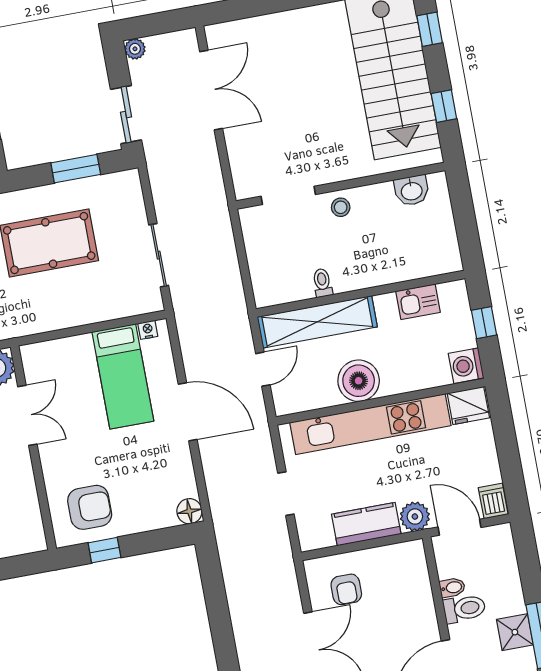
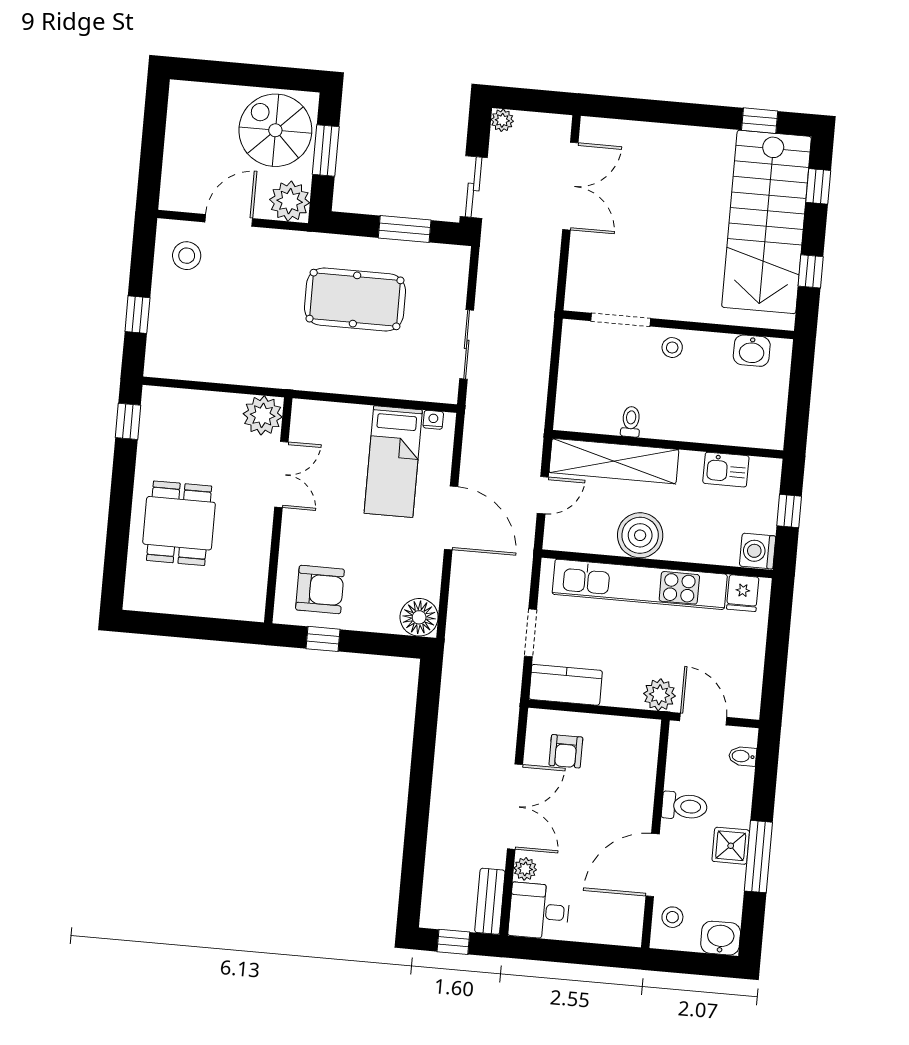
fridge: (468, 406) -> (743, 593), width x0.72
dishwasher: (493, 501) -> (746, 701), removed
floor lamp: (189, 511) -> (419, 617), width x1.38, depth x1.38
kitchen counter: (366, 524) -> (566, 685), moved
bidet: (452, 588) -> (743, 756), moved, turned 180

